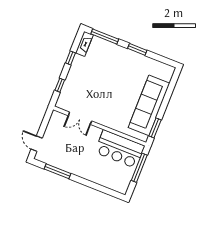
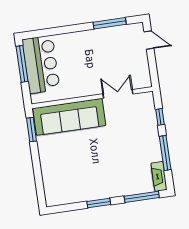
window: (71, 58) -> (165, 153), width x2.17
sofa: (149, 105) -> (69, 117), moved, turned 90
bar counter: (120, 149) -> (41, 64), moved, turned 90
window: (139, 168) -> (22, 64), moved

